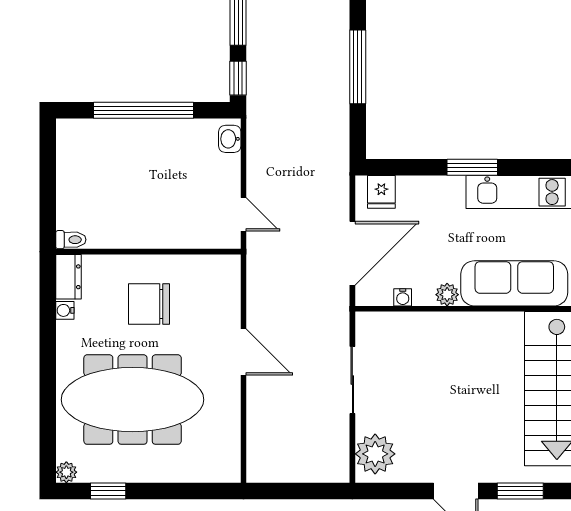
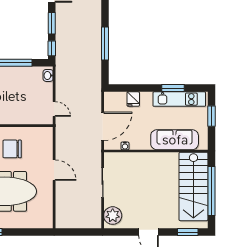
window: (472, 167) -> (173, 88), moved
fridge: (381, 192) -> (133, 99), moved
plant: (447, 295) -> (145, 145), removed
window: (520, 491) -> (188, 232), moved

